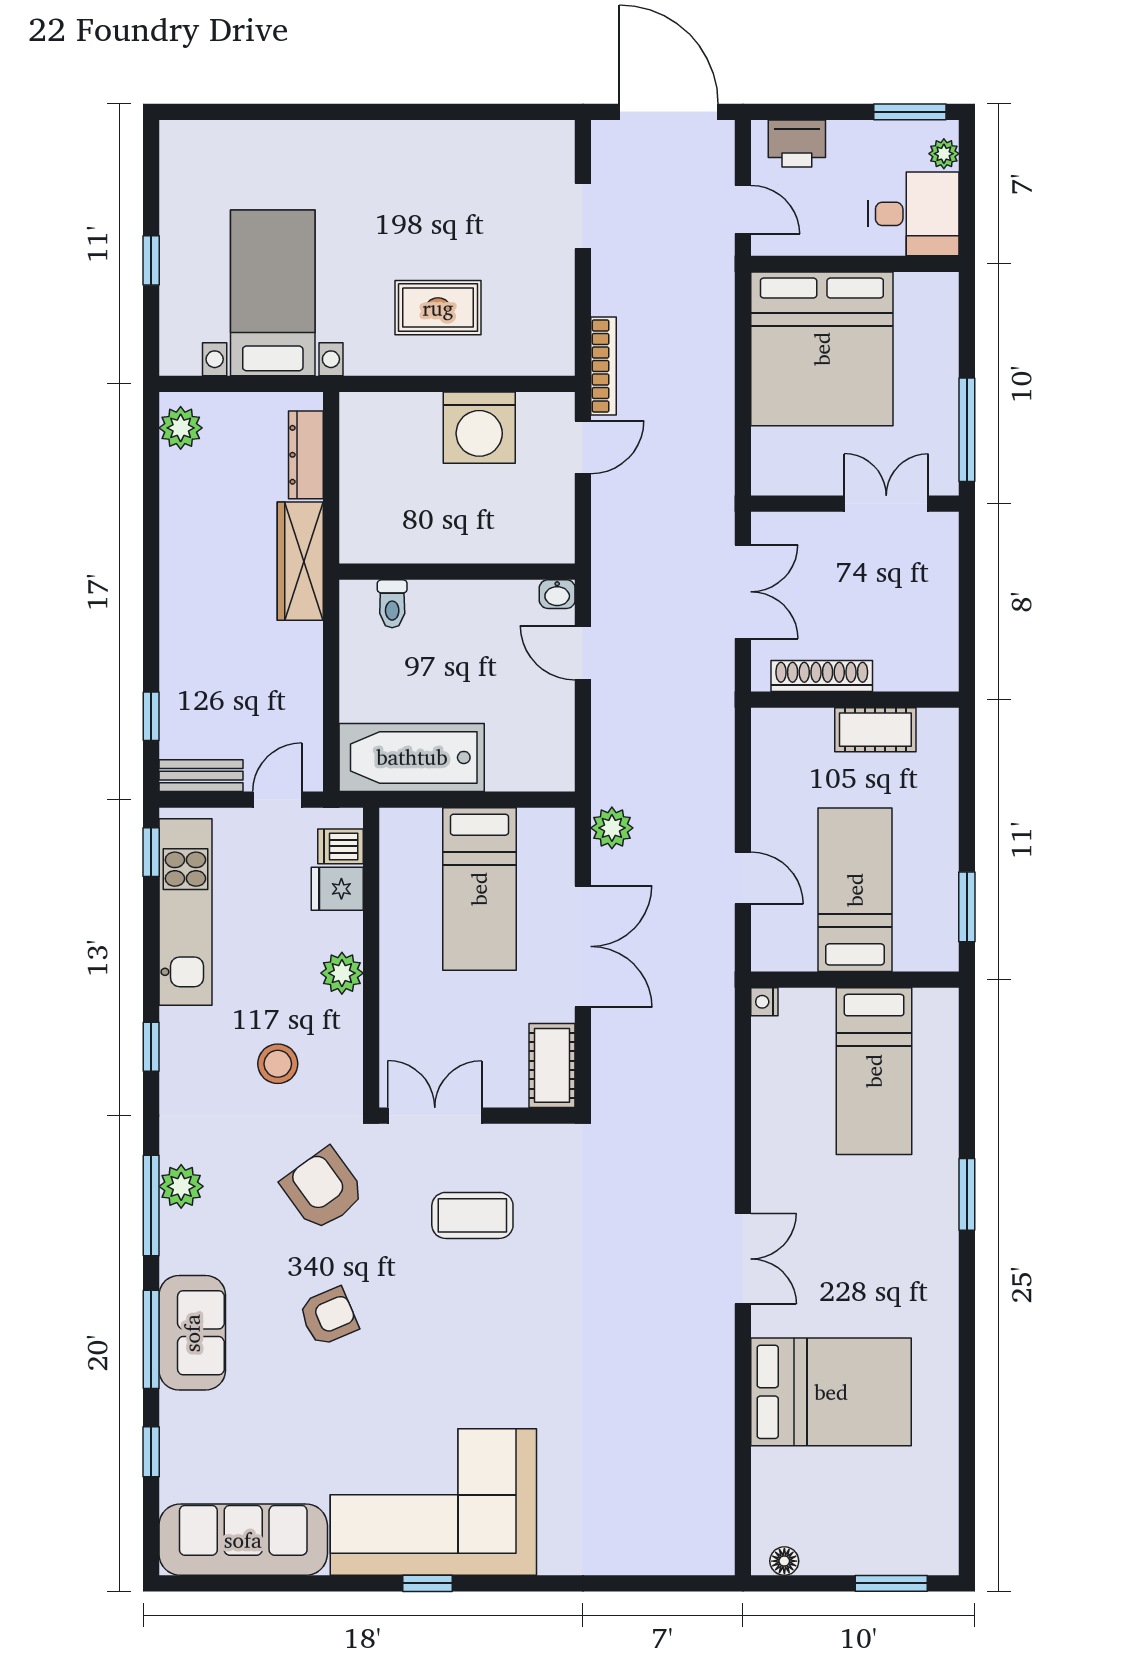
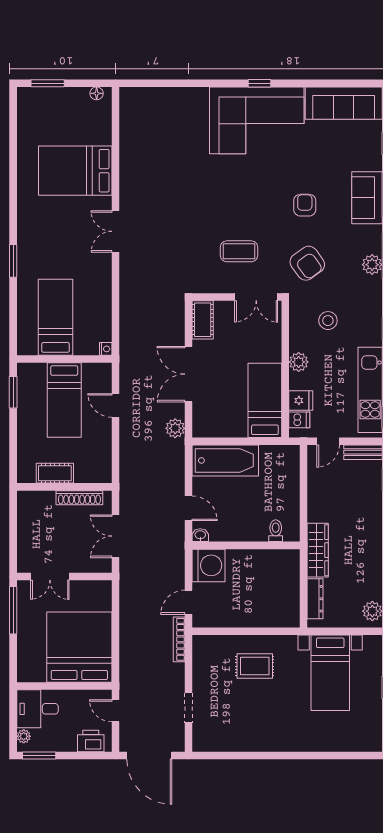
washing machine: (479, 428) -> (209, 565), moved, turned 90
bathtub: (412, 757) -> (225, 460), moved
bed: (479, 889) -> (265, 400), moved
armchair: (328, 1316) -> (305, 205), turned 113

